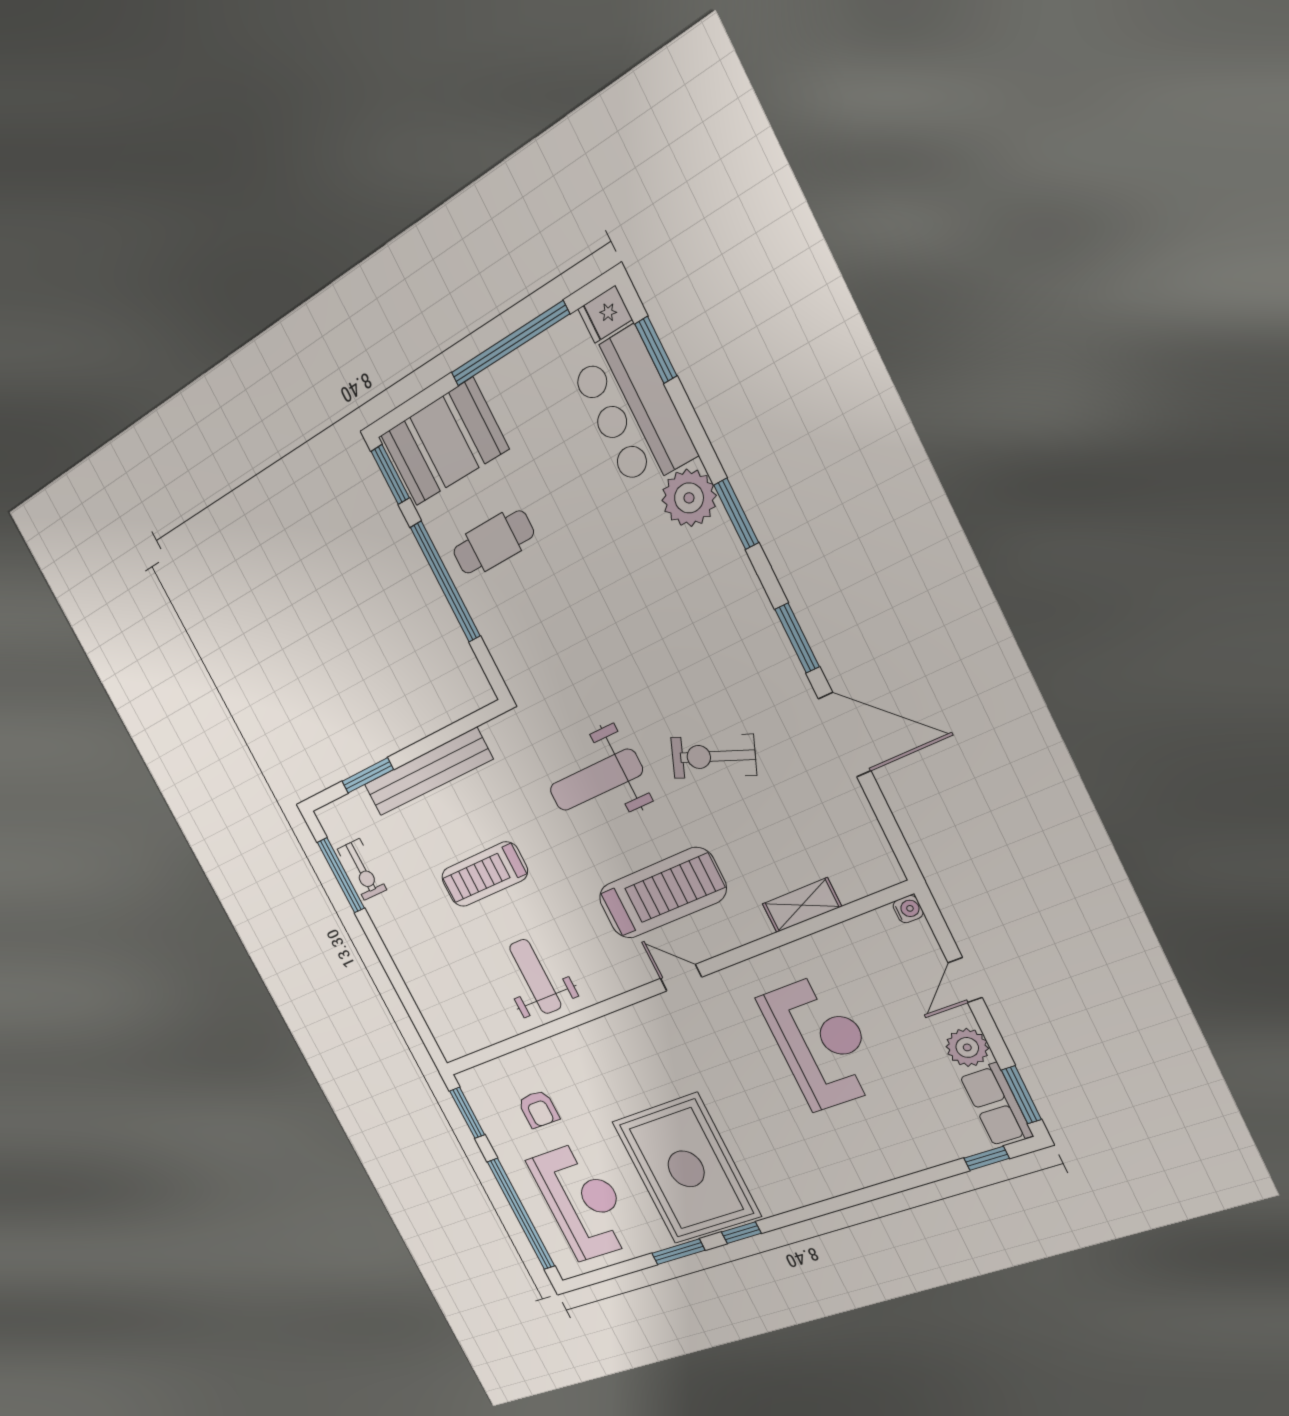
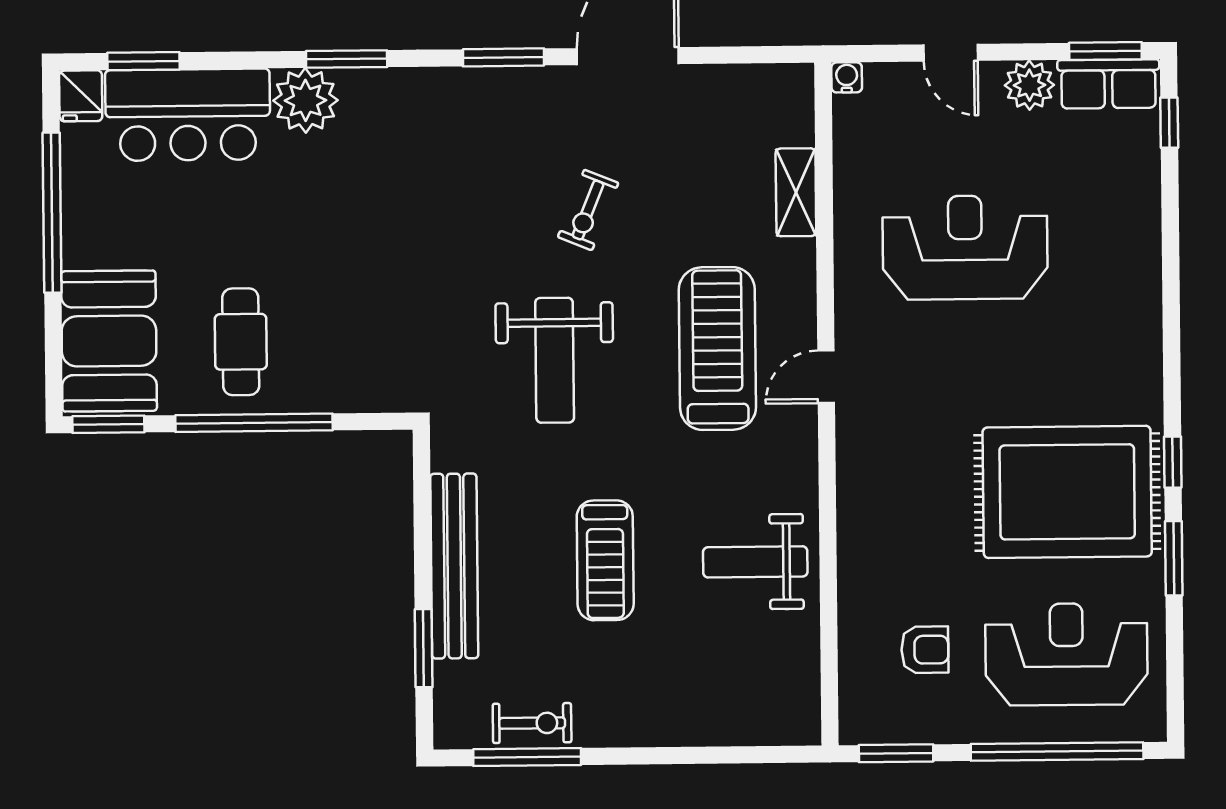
exercise bike: (714, 756) -> (588, 210), width x0.73, depth x0.72

